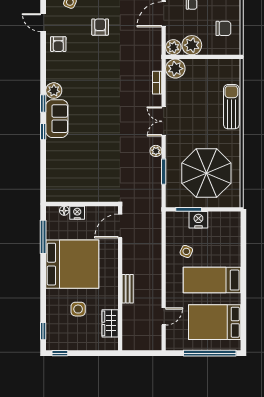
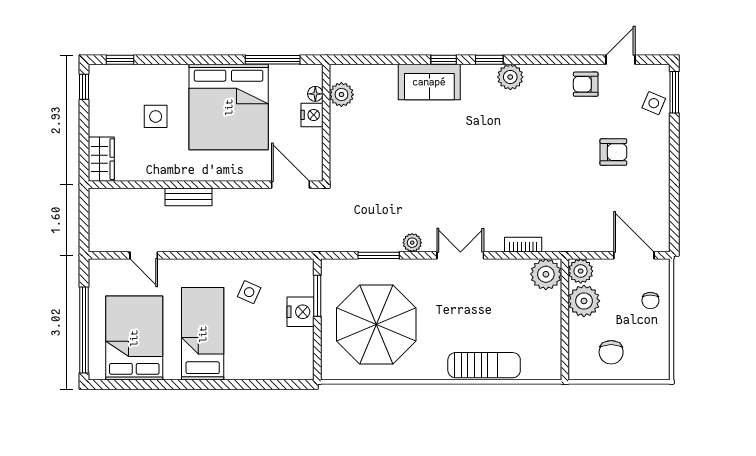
sofa: (57, 119) -> (429, 82), moved
plant: (65, 195) -> (341, 95), added
wardrobe: (110, 323) -> (101, 159), moved, turned 90

